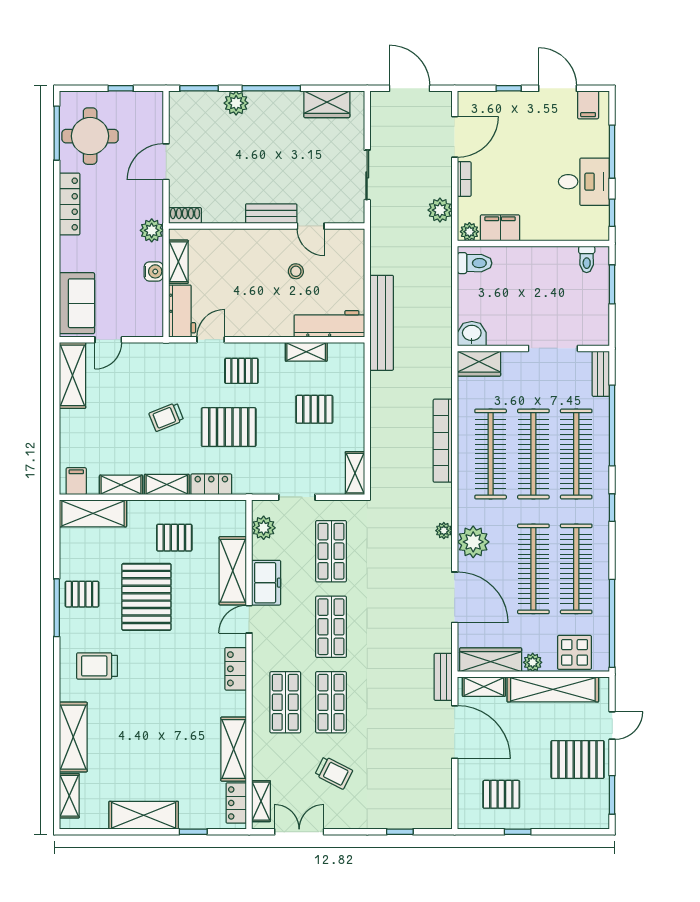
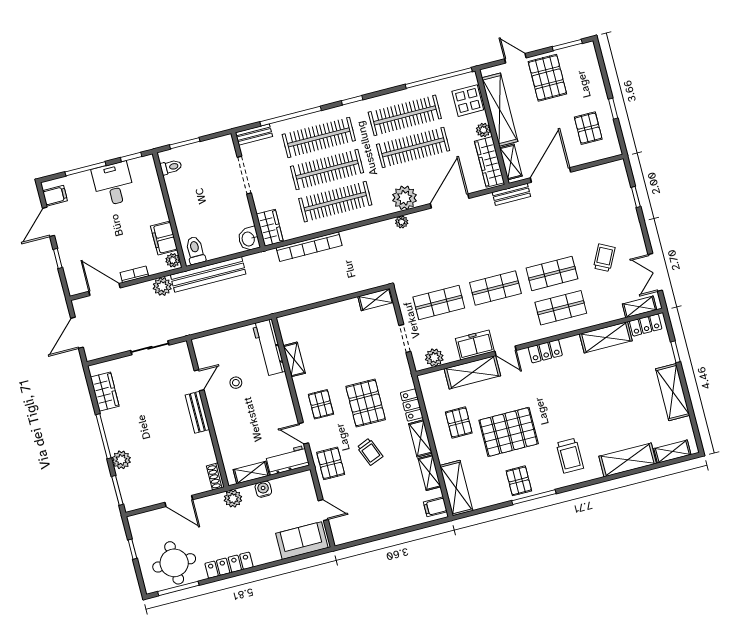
bench: (382, 323) -> (208, 274), moved
shelving: (72, 375) -> (357, 530), removed
pallet: (314, 409) -> (331, 463), moved
bookcase: (443, 441) -> (309, 247), moved

